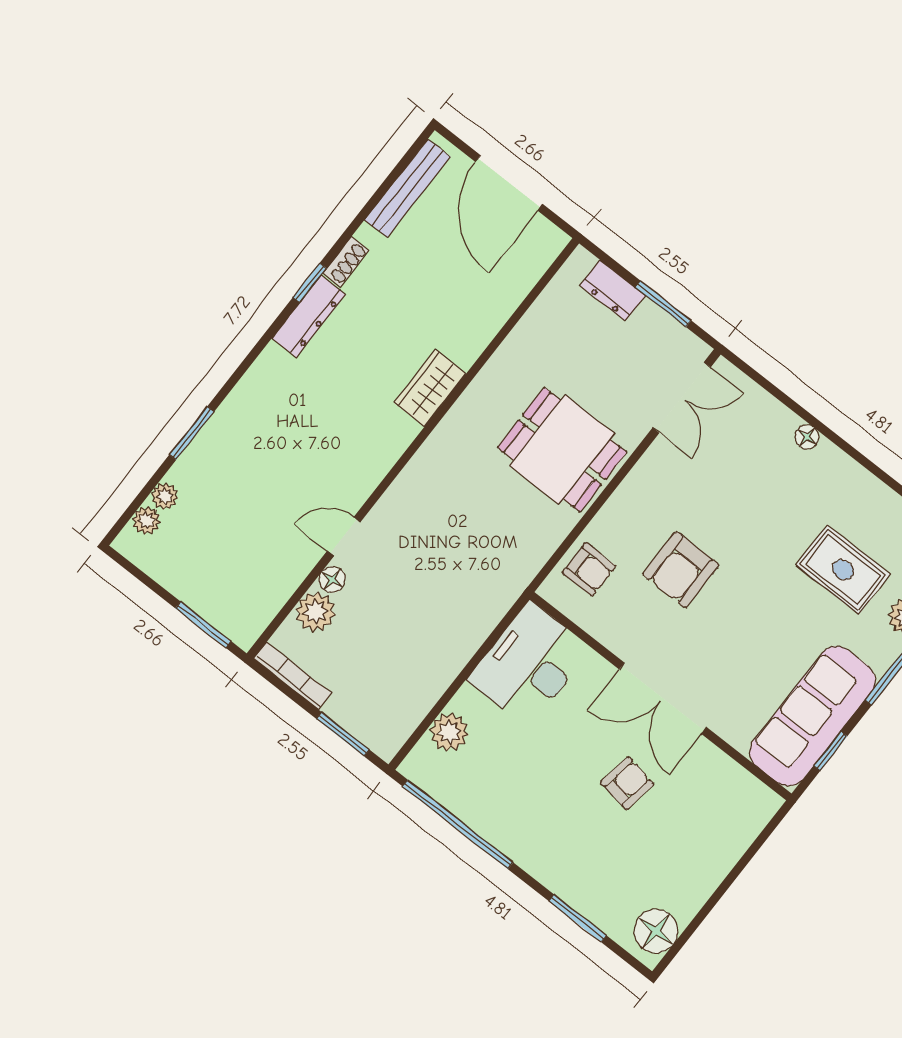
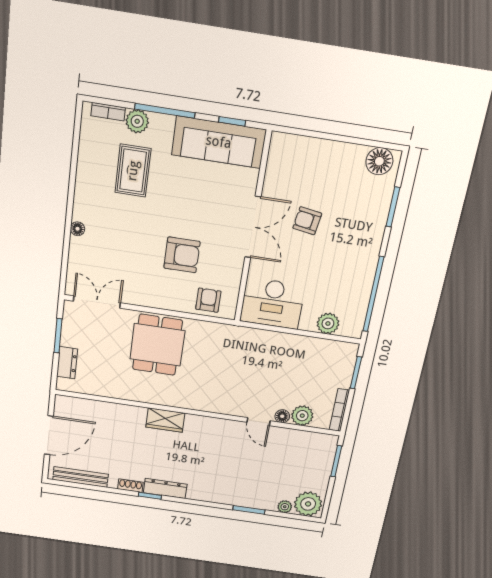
plant: (147, 520) -> (308, 504), width x1.87, depth x1.87

